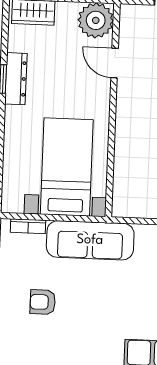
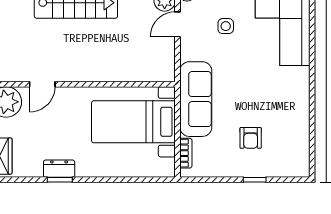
dresser: (16, 79) -> (59, 169), width x0.70

